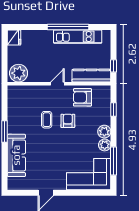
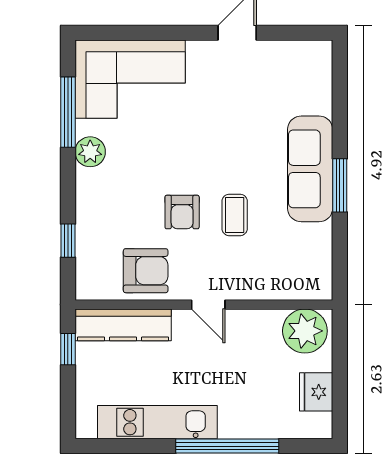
window: (68, 27) -> (227, 446), moved
fridge: (14, 38) -> (316, 392), moved
door: (57, 84) -> (208, 305), hinge flipped
plant: (104, 132) -> (91, 185), removed
sofa: (16, 155) -> (310, 169), moved

